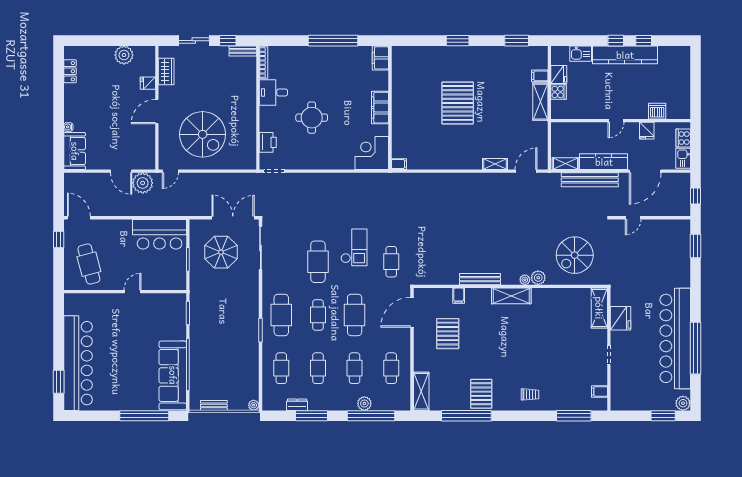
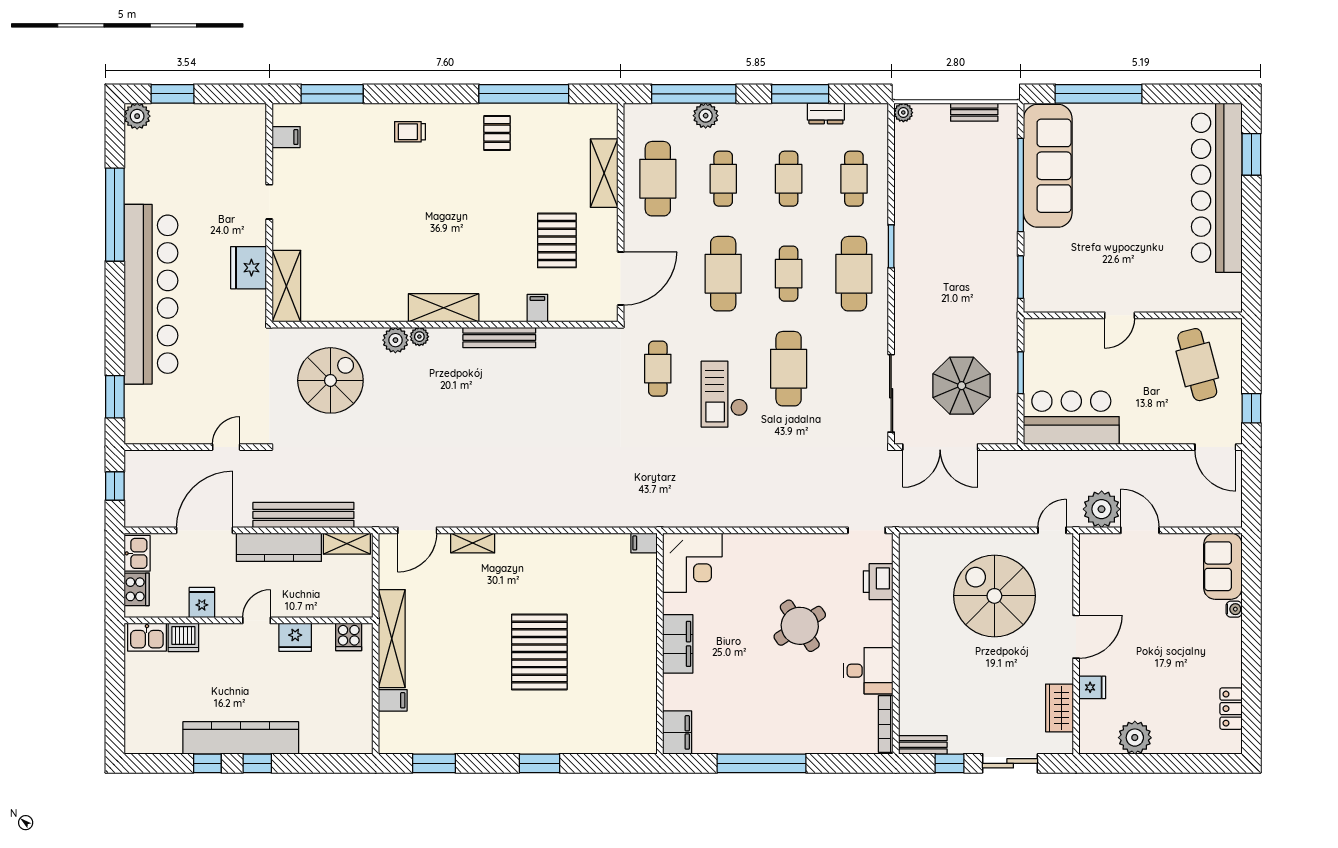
kitchen sink: (581, 54) -> (147, 637), moved, turned 180
fridge: (559, 75) -> (295, 637), moved, turned -90
cooker: (559, 92) -> (349, 637), moved, turned -90
shelving: (540, 102) -> (392, 639), width x1.47
round table: (312, 118) -> (800, 626), turned -33
bar counter: (675, 338) -> (151, 294), moved
cafe table: (391, 368) -> (658, 179), width x1.37, depth x1.35
shelving: (421, 391) -> (604, 173), moved
pallet: (481, 394) -> (497, 133), width x0.67, depth x0.71

